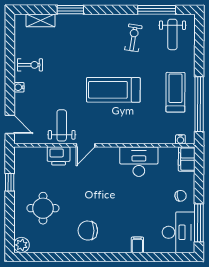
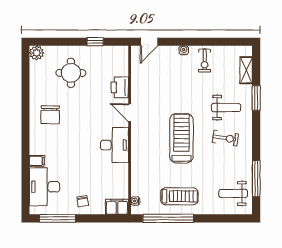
exercise bike: (133, 38) -> (225, 138), moved
weight bench: (62, 125) -> (226, 108), moved
desk: (139, 162) -> (114, 145), moved
chair: (88, 231) -> (50, 115), turned 180
desk: (179, 232) -> (45, 187), moved, turned 90

